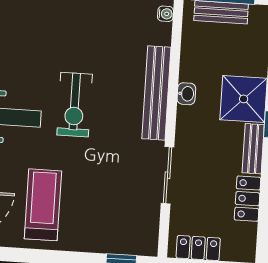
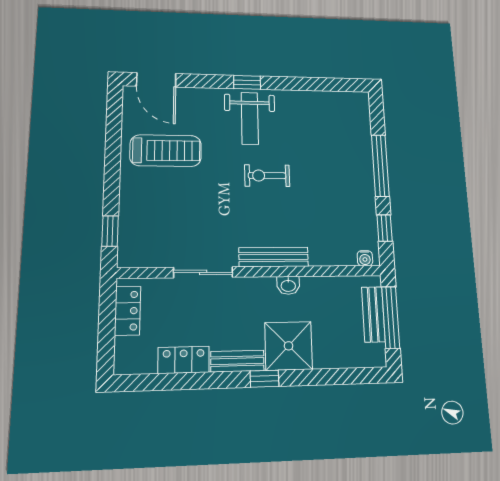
bench: (156, 93) -> (274, 257), width x0.73, depth x0.82
exercise bike: (75, 105) -> (267, 176), width x0.73, depth x0.72

